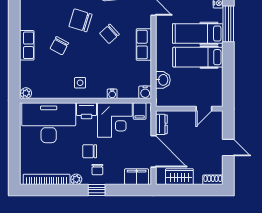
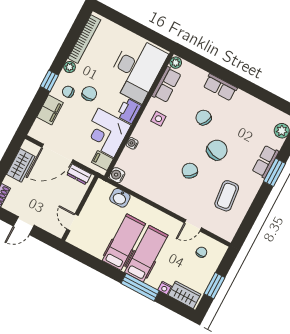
row of seats: (144, 45) -> (167, 85), moved, turned 90
filing cabinet: (137, 177) -> (50, 110), moved

